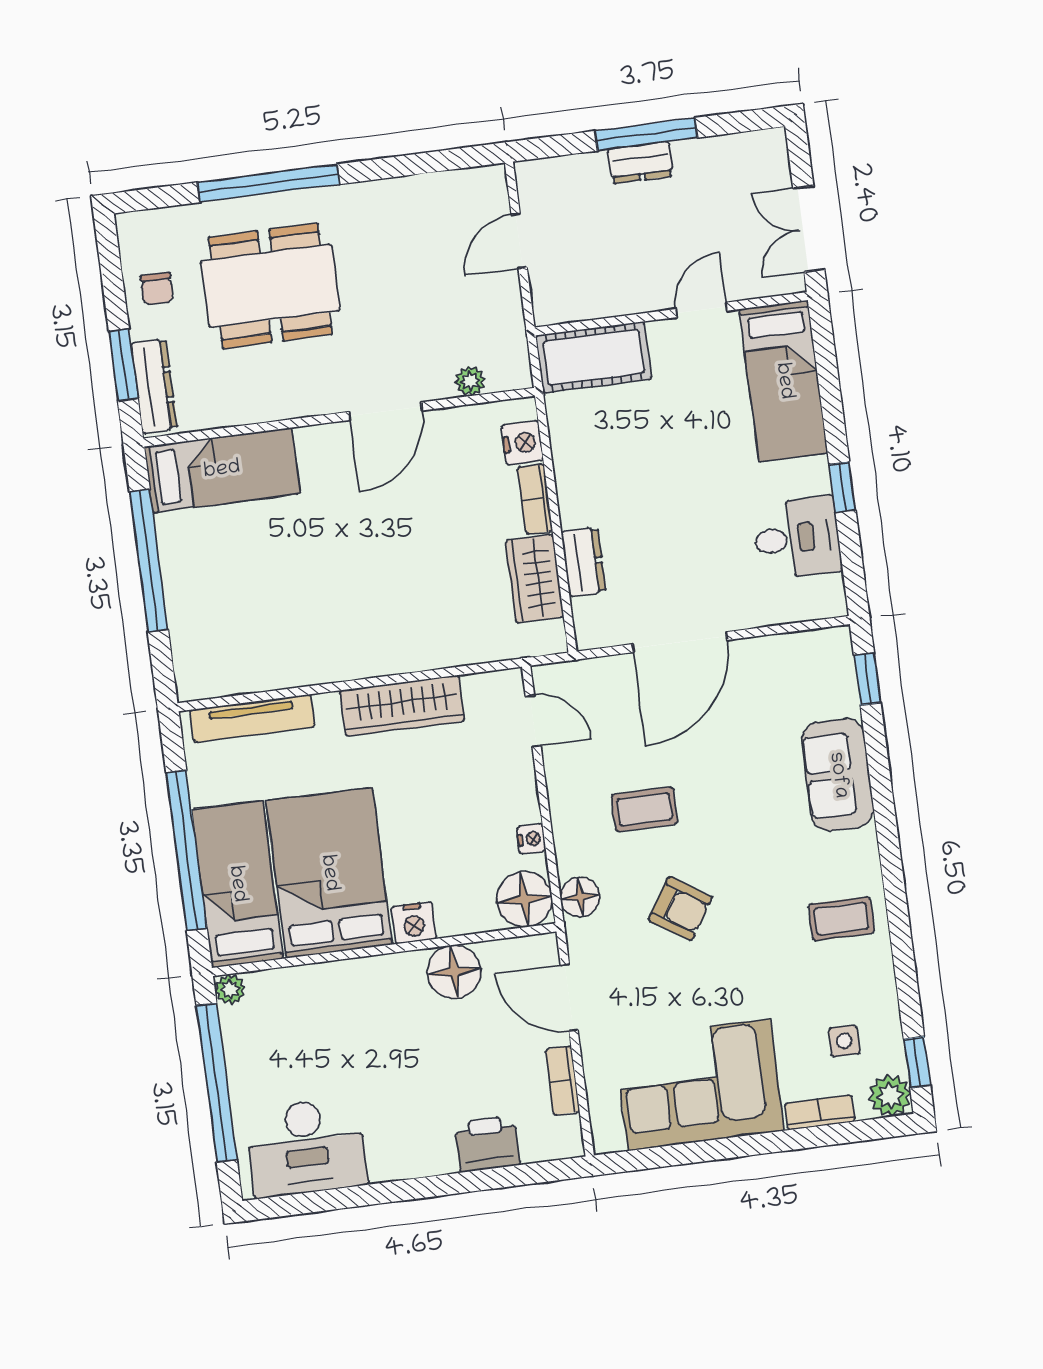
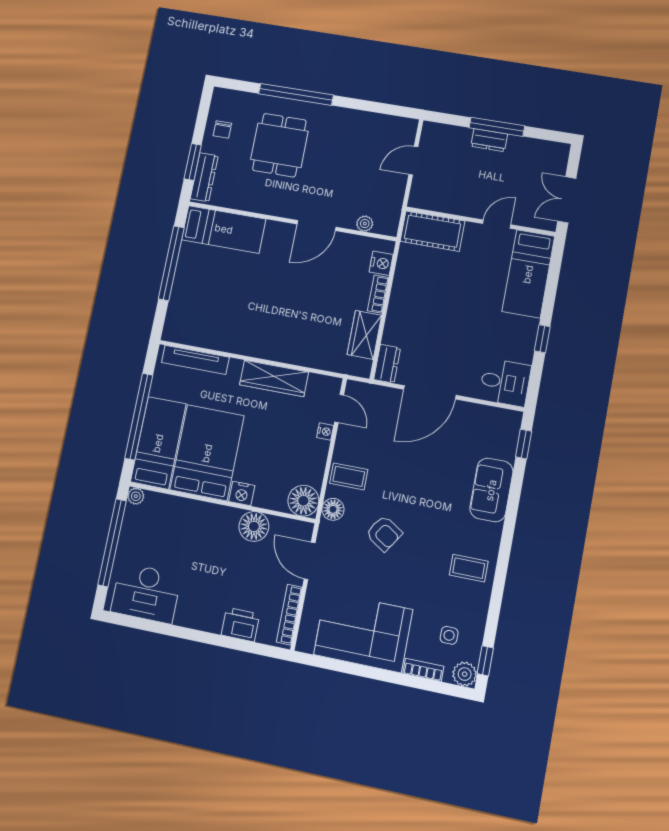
dining table: (270, 286) -> (279, 145), width x0.73
desk: (797, 538) -> (505, 382), moved
dresser: (584, 562) -> (387, 364), moved
coffee table: (644, 809) -> (349, 476), moved
nightstand: (531, 839) -> (325, 431), moved
bookcase: (563, 1081) -> (289, 615), width x1.56

